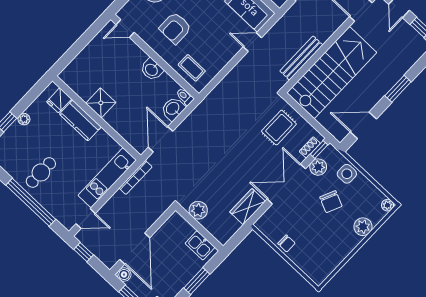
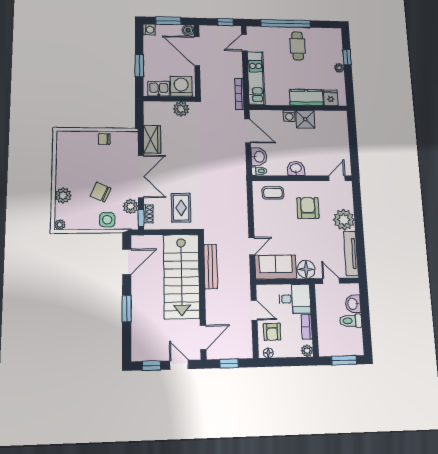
washing machine: (112, 119) -> (289, 116), added
washing machine: (179, 230) -> (181, 86), added

